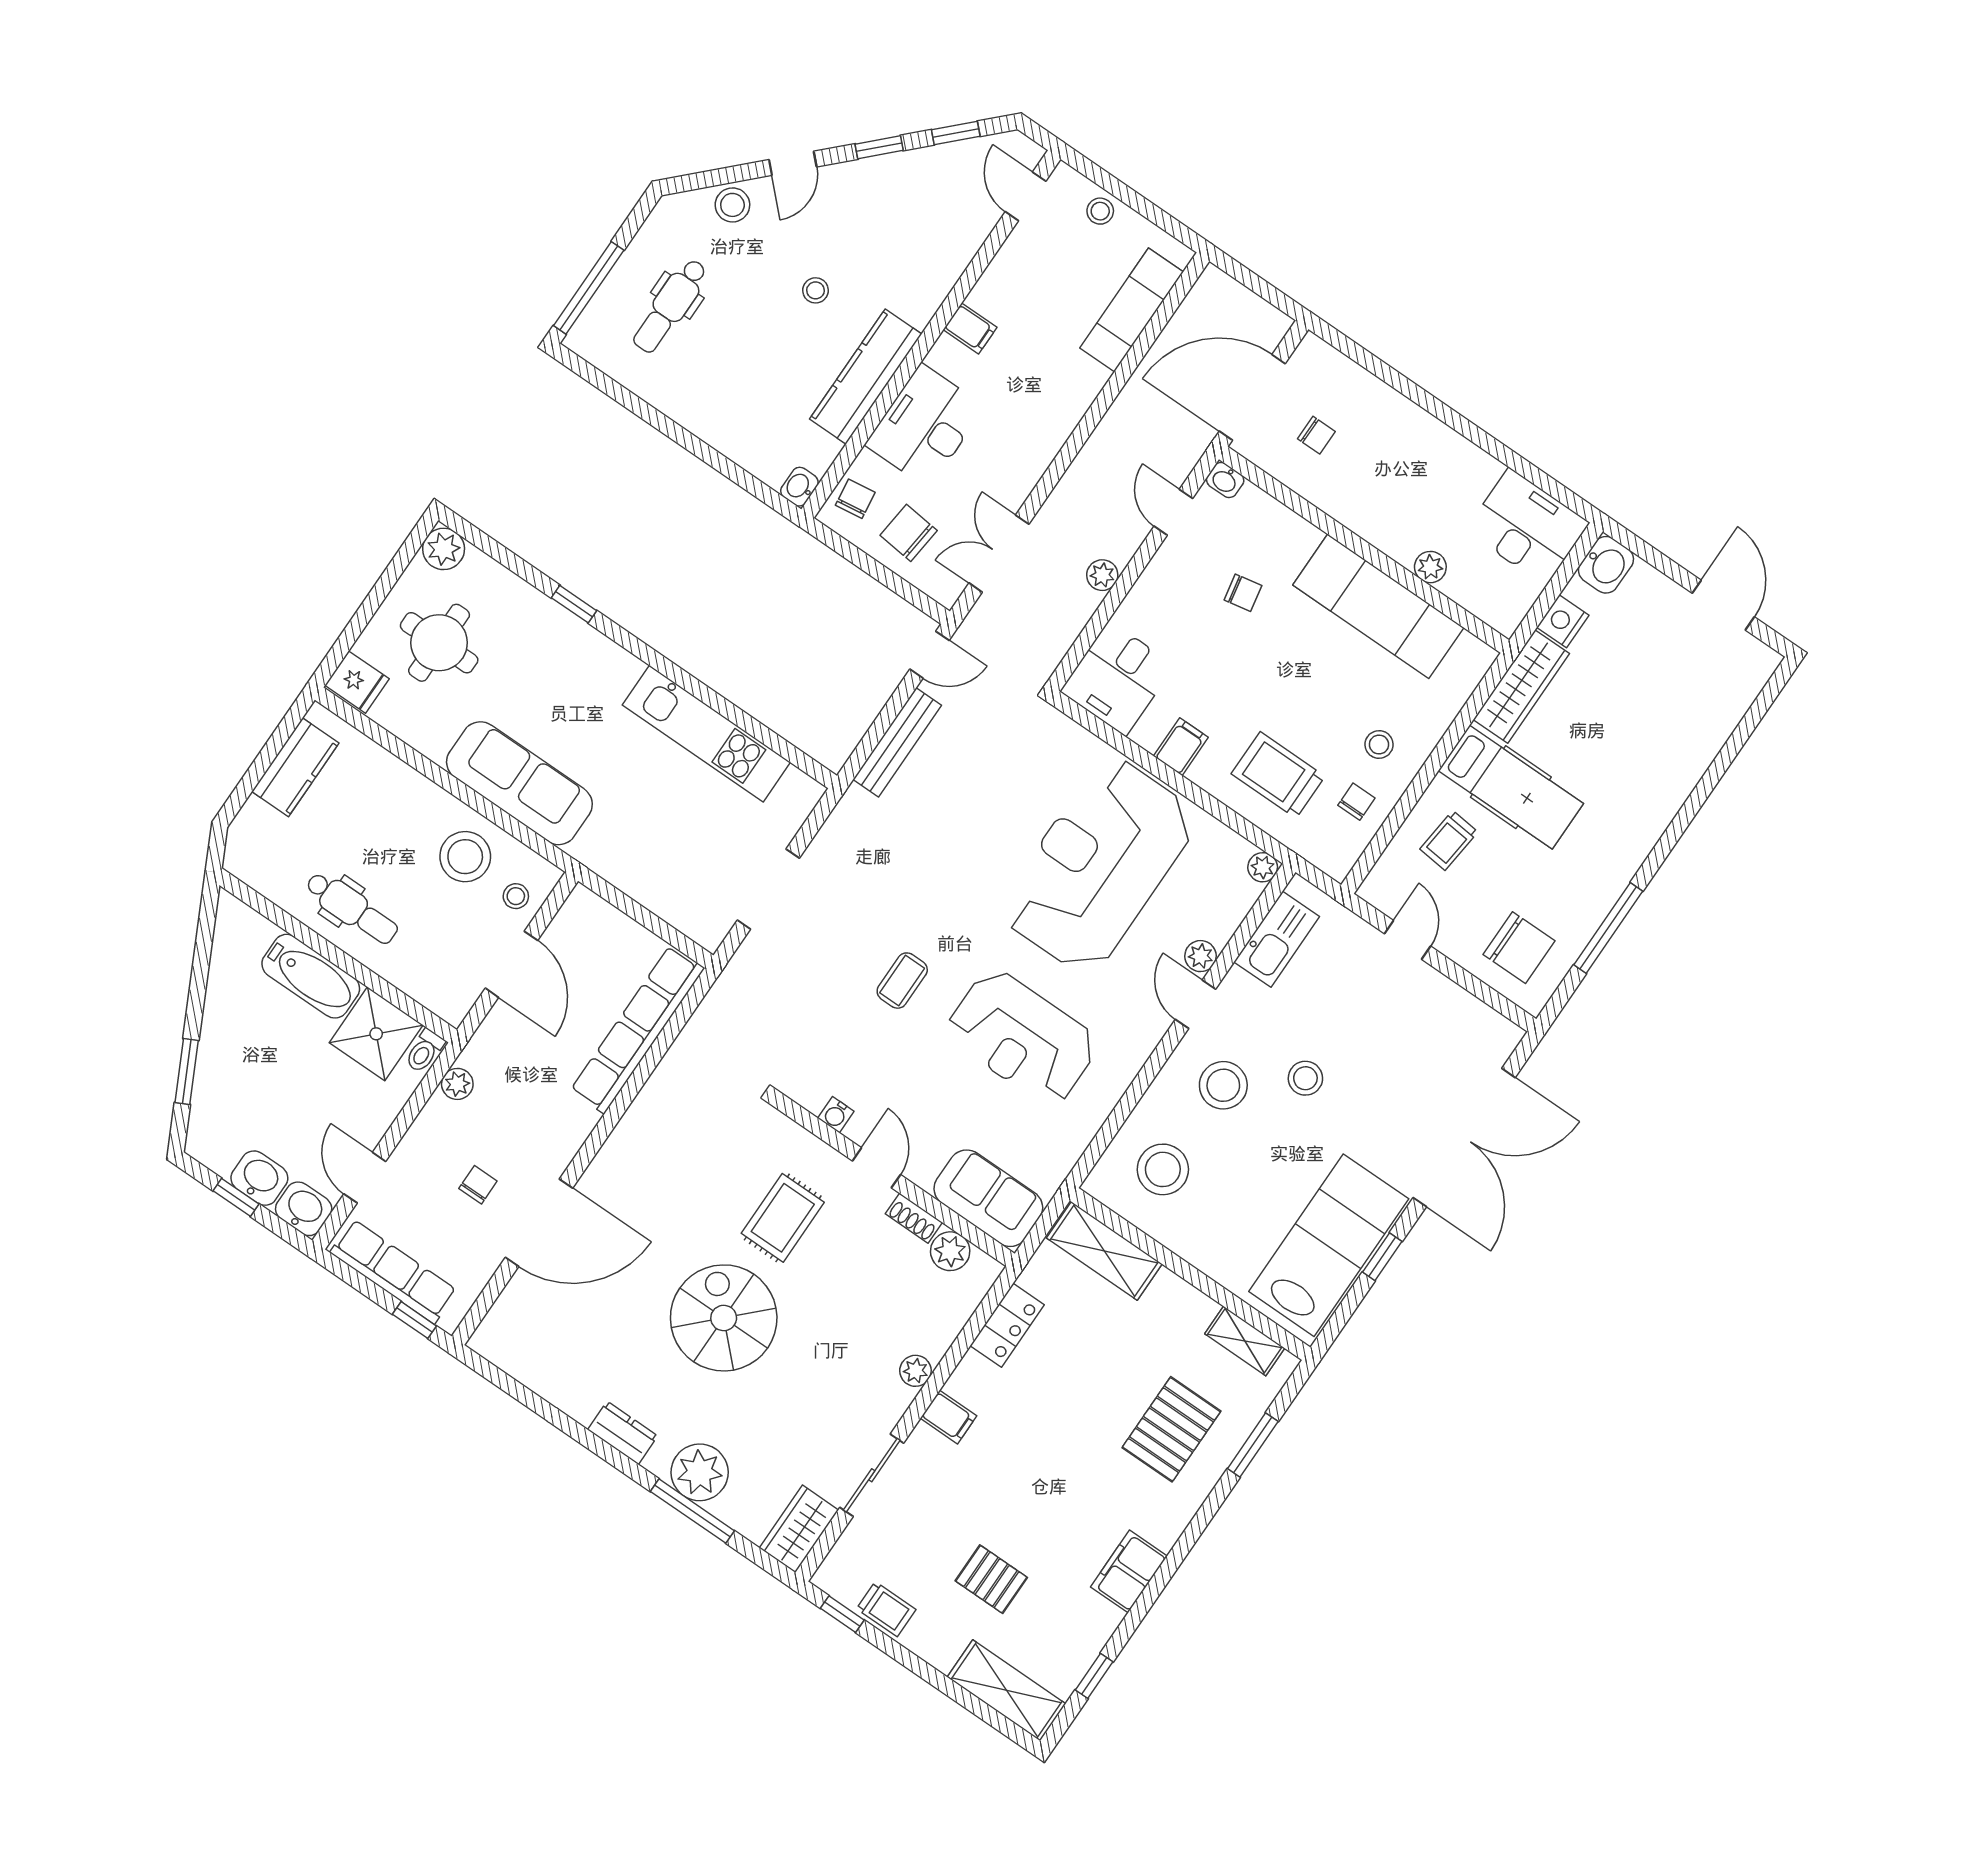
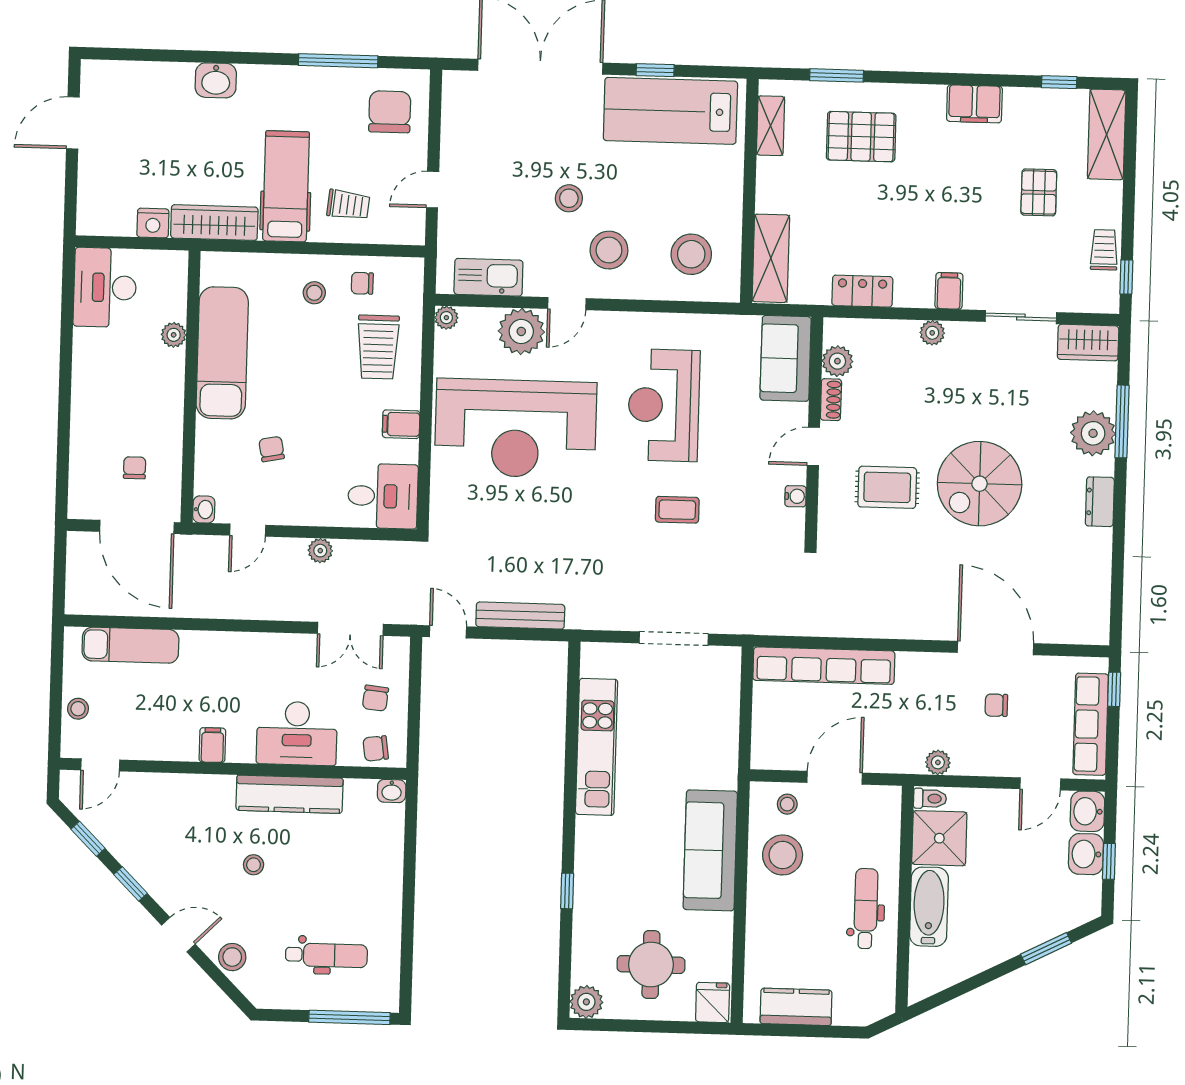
chair: (909, 533) -> (375, 698), width x0.73, depth x0.73
washbasin: (1606, 565) -> (216, 80), moved, turned 180
plant: (1201, 956) -> (521, 331), width x1.87, depth x1.87
reception desk: (1022, 1037) -> (664, 405), turned 180

